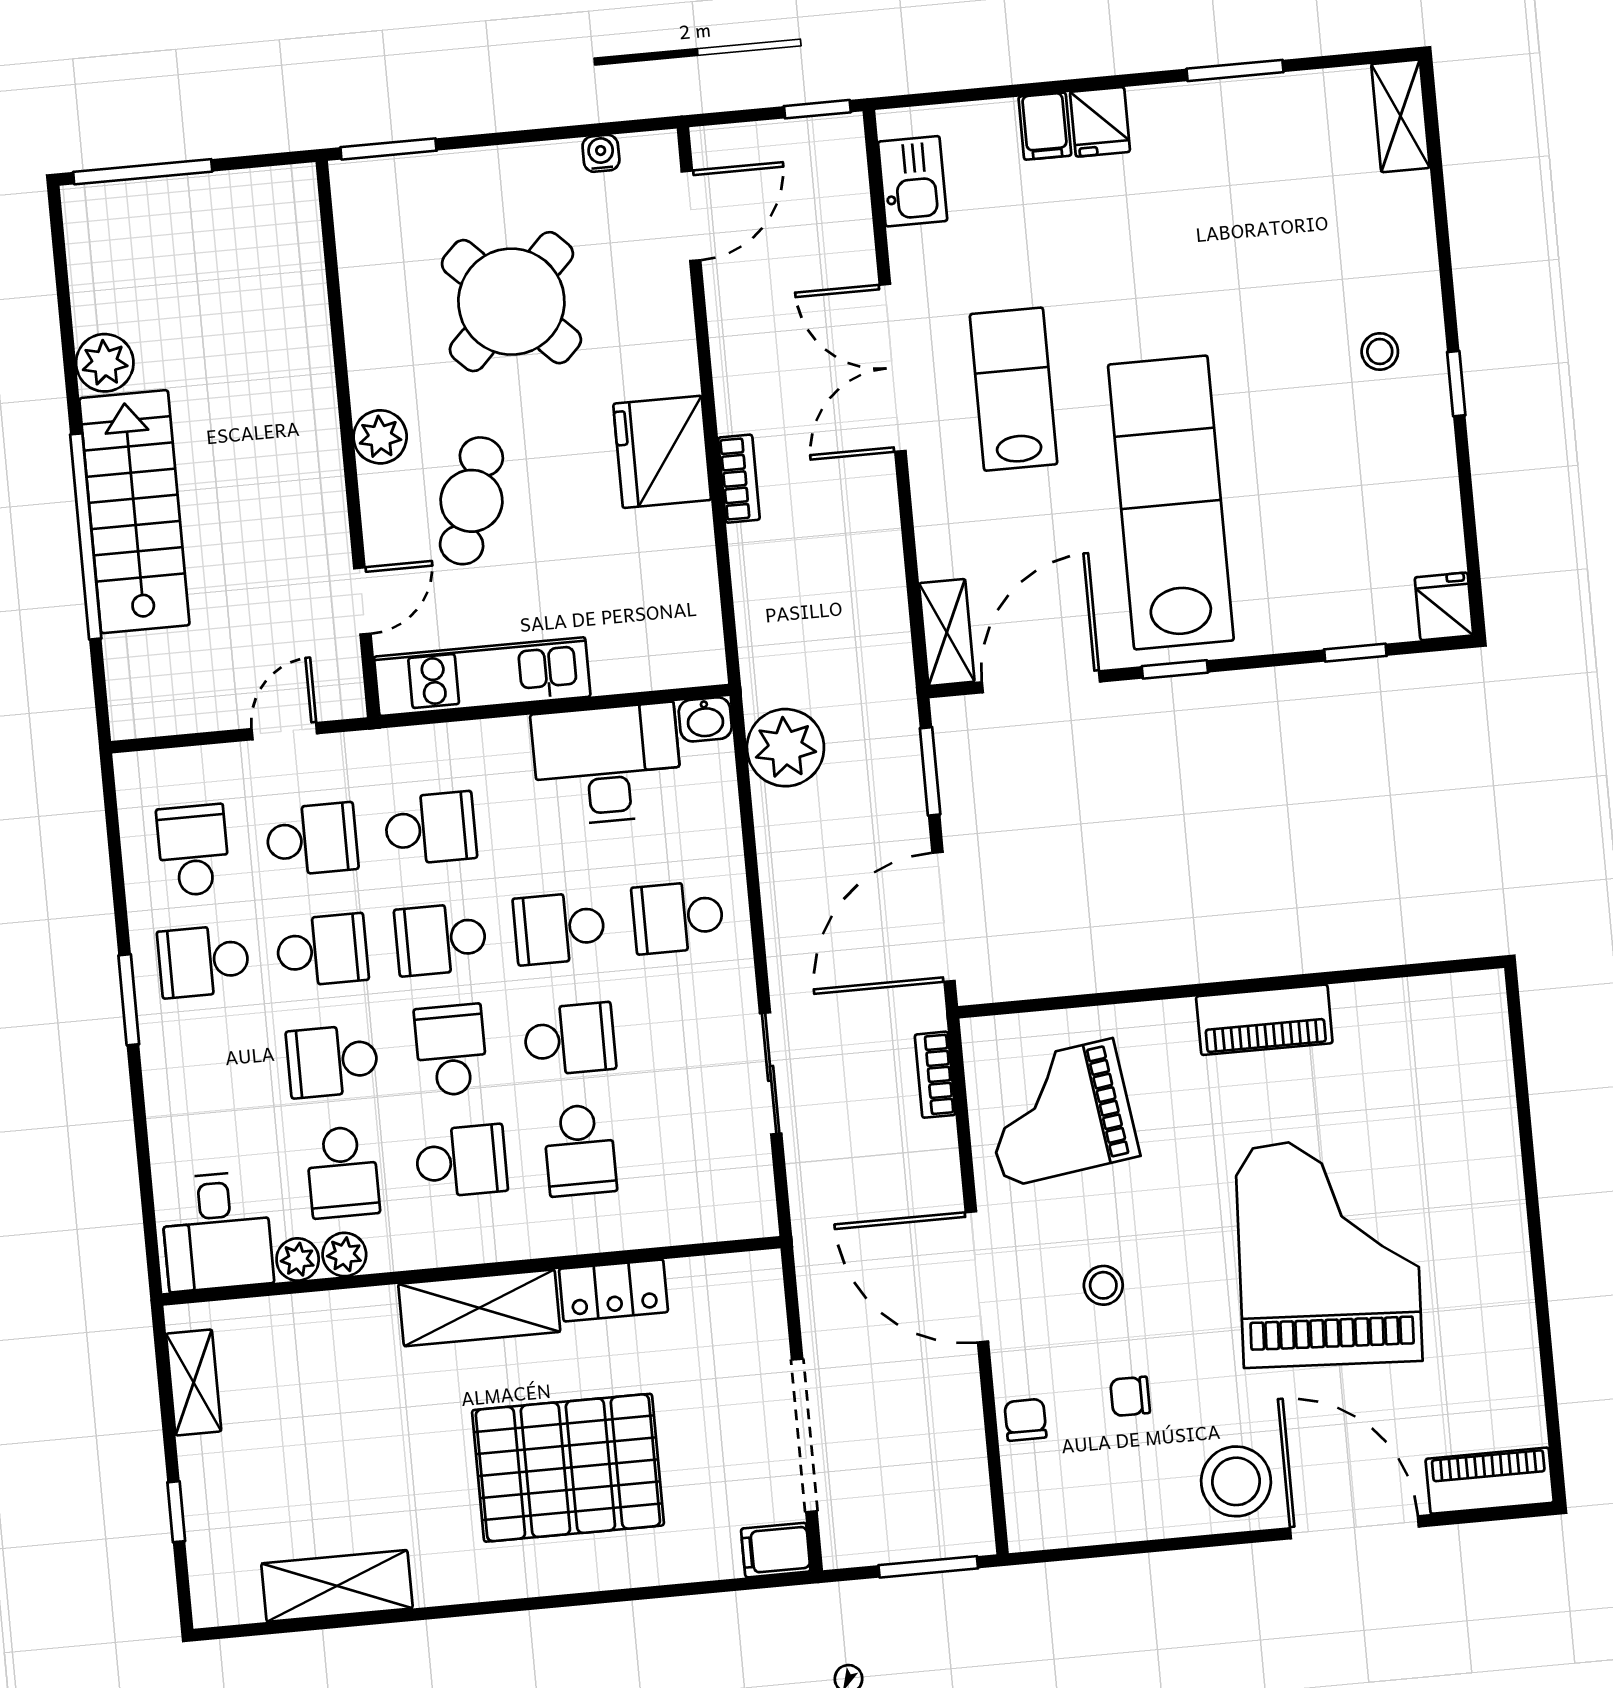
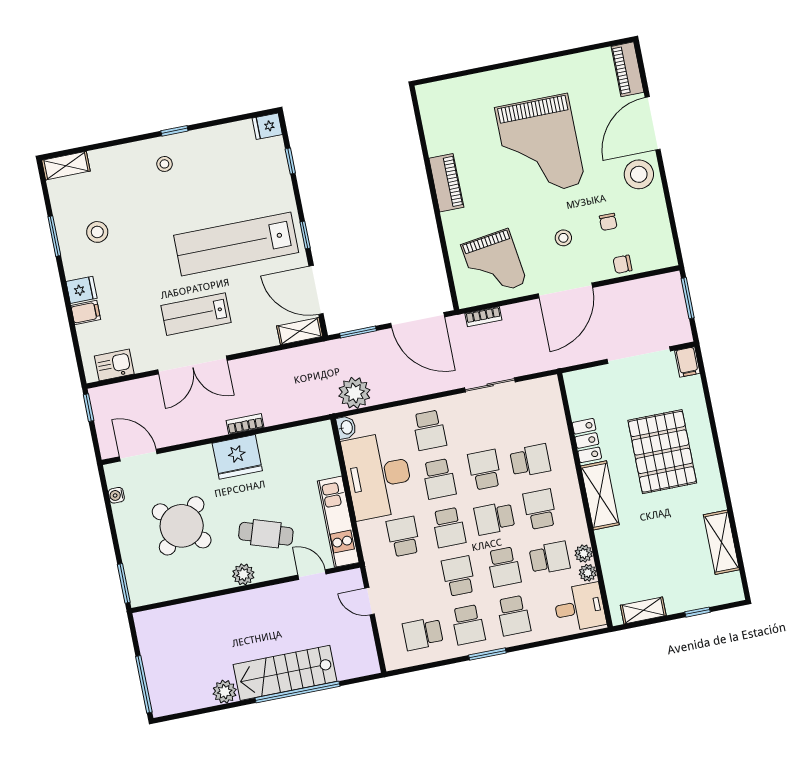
stool: (1234, 174) -> (97, 232), added
desk: (607, 764) -> (378, 475), width x1.36, depth x1.30
school desk: (312, 839) -> (514, 616), moved, turned 180
grand piano: (1329, 1253) -> (540, 146), turned -93

